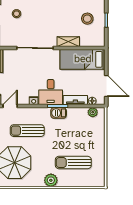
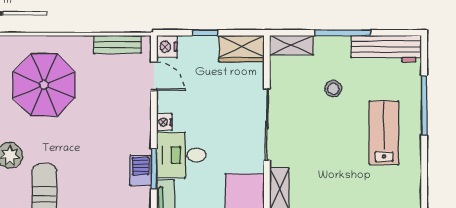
sun lounger: (27, 131) -> (106, 110), removed

